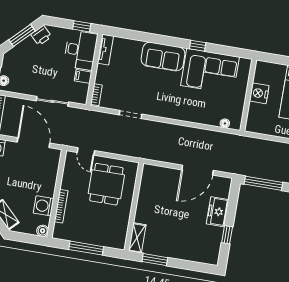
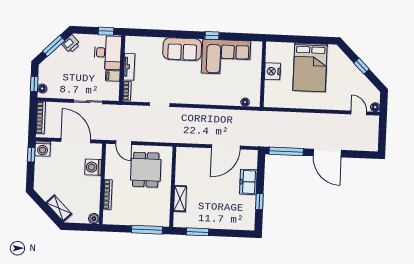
tv unit: (105, 50) -> (129, 67), moved
washing machine: (44, 206) -> (93, 167), moved
shelving: (137, 238) -> (180, 199), moved
window: (86, 248) -> (147, 230), moved

